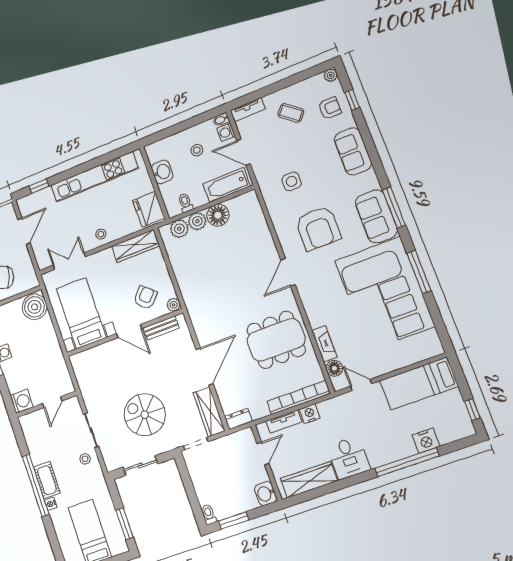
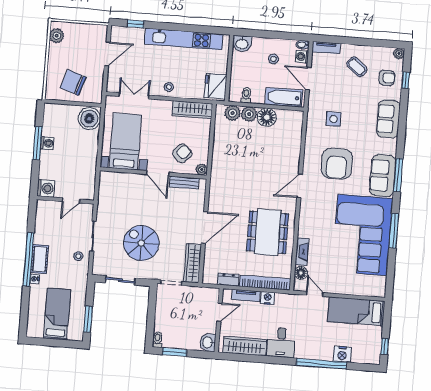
washbasin: (162, 172) -> (242, 44), moved, turned 90
dining table: (276, 340) -> (268, 232), turned 90
dresser: (238, 419) -> (228, 280), moved

